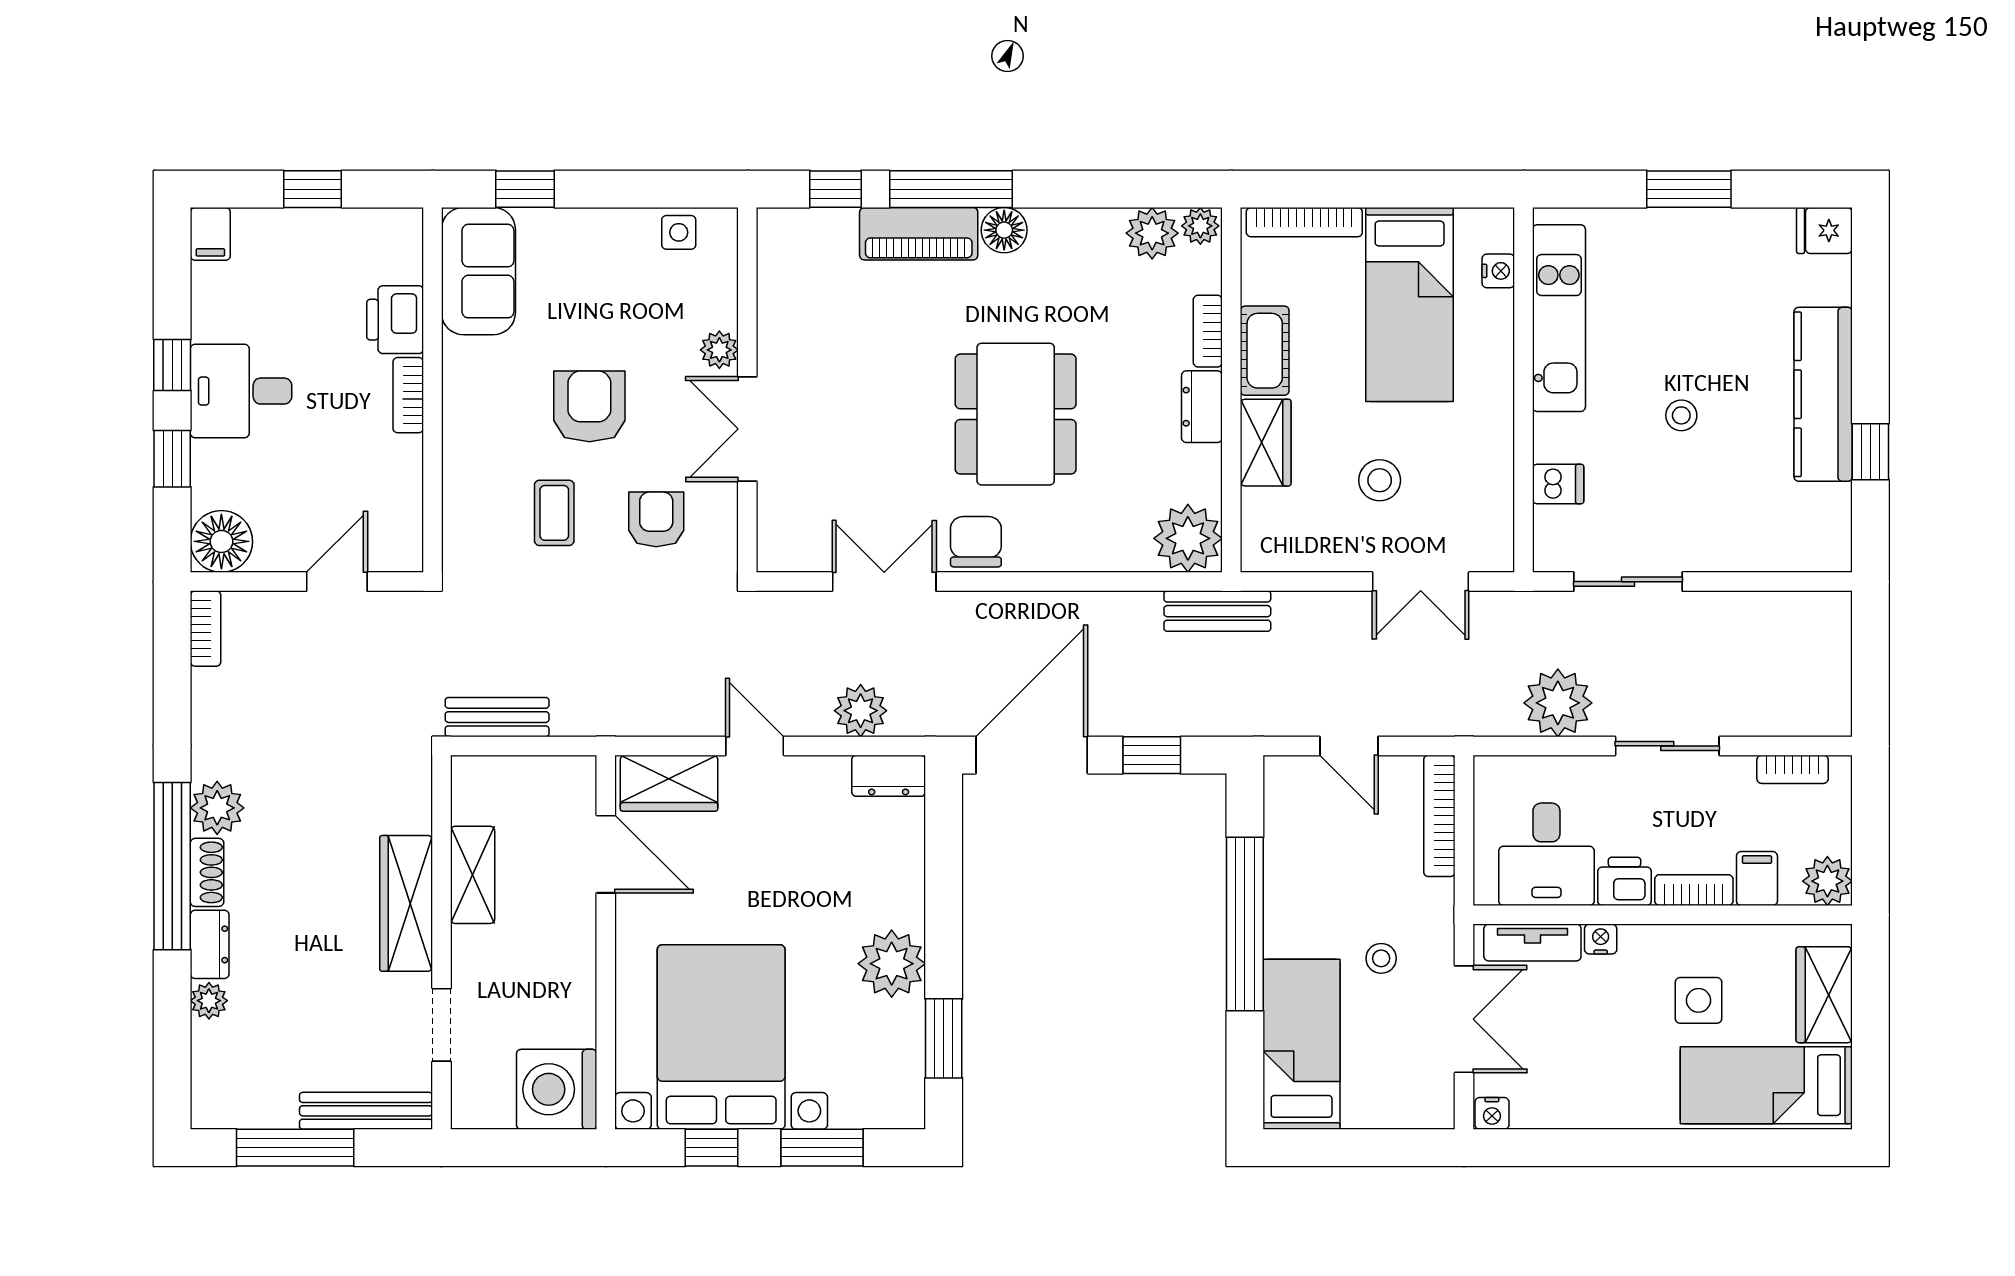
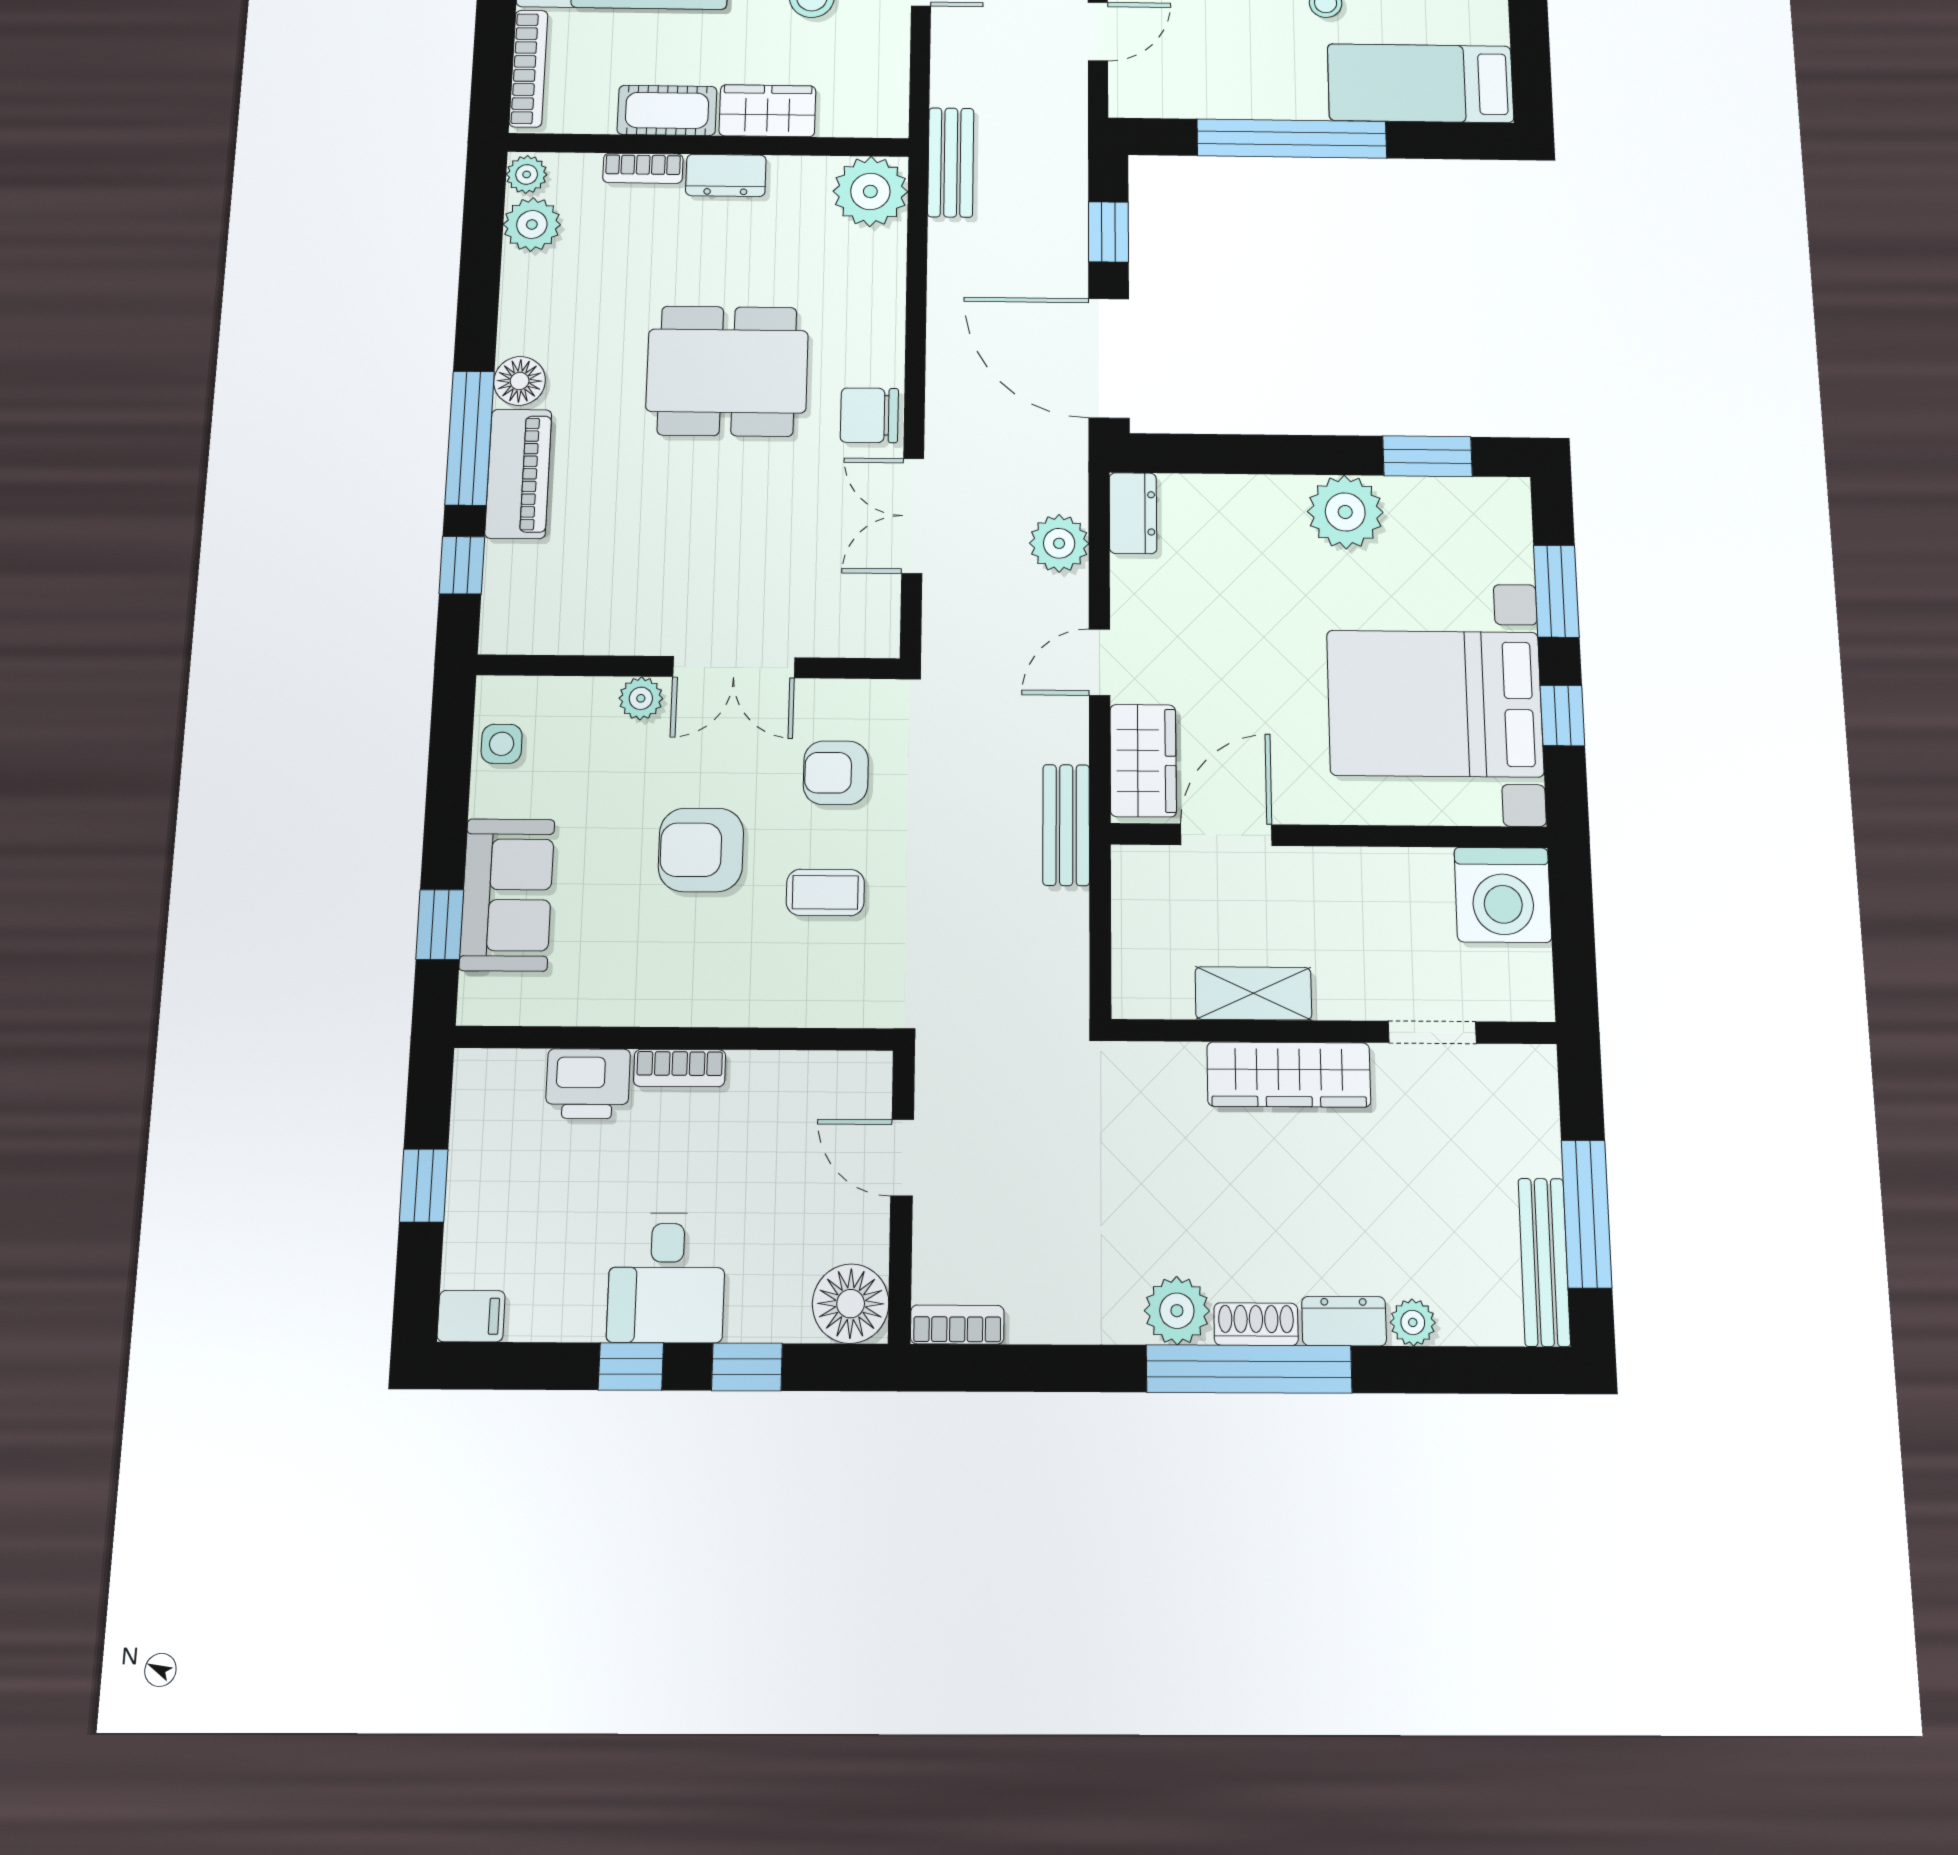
sofa: (478, 271) -> (507, 895), moved, turned 90
bench: (497, 717) -> (1066, 825), moved
bench: (366, 1111) -> (1544, 1262), moved

